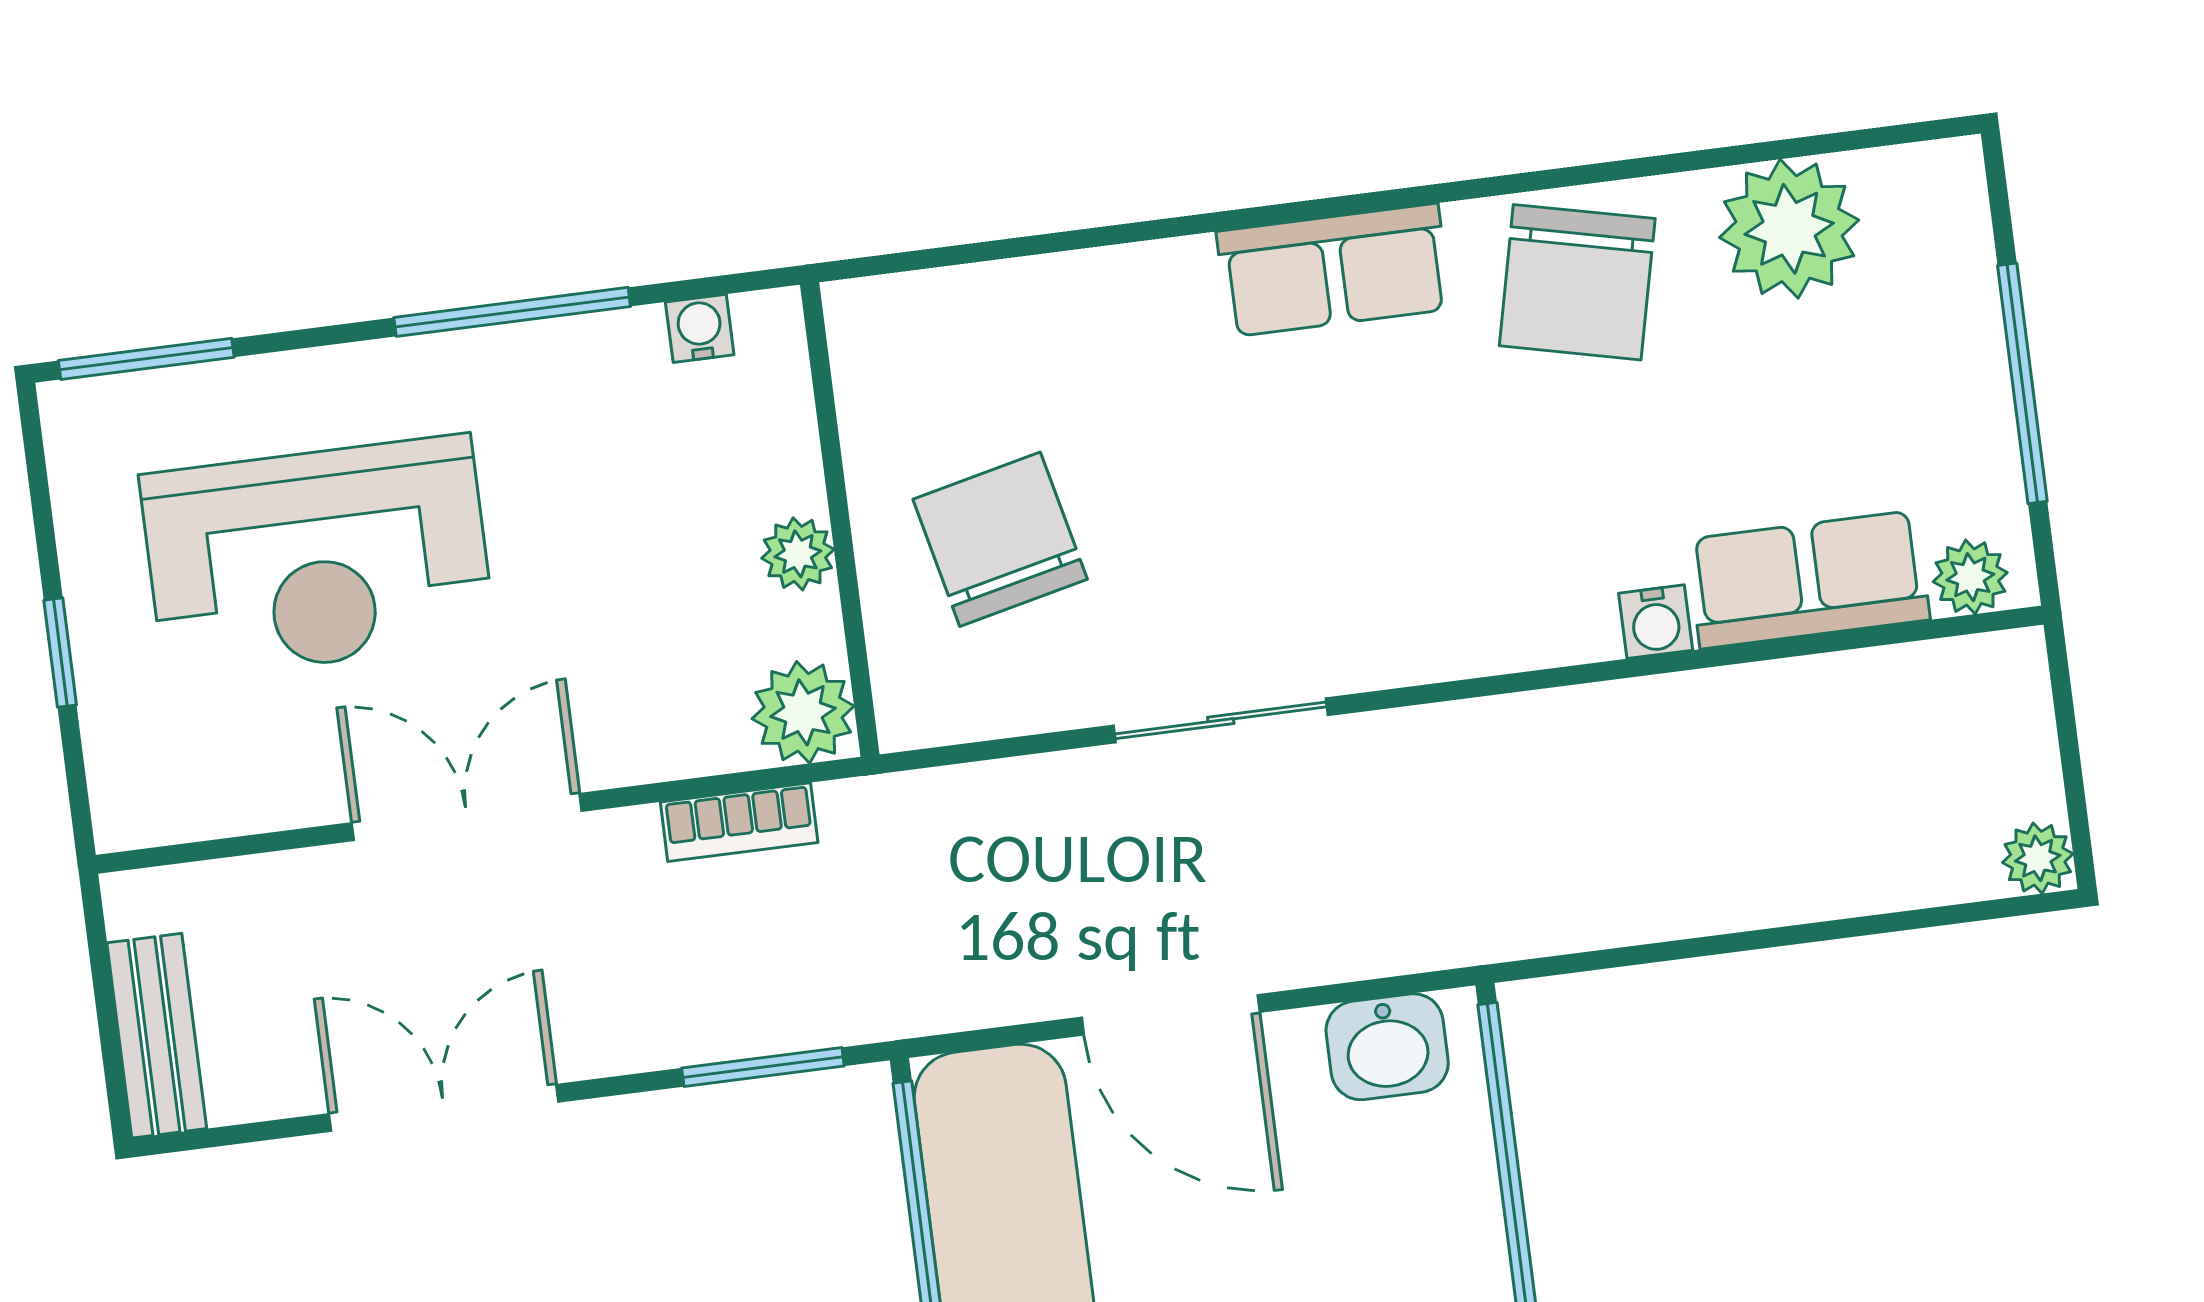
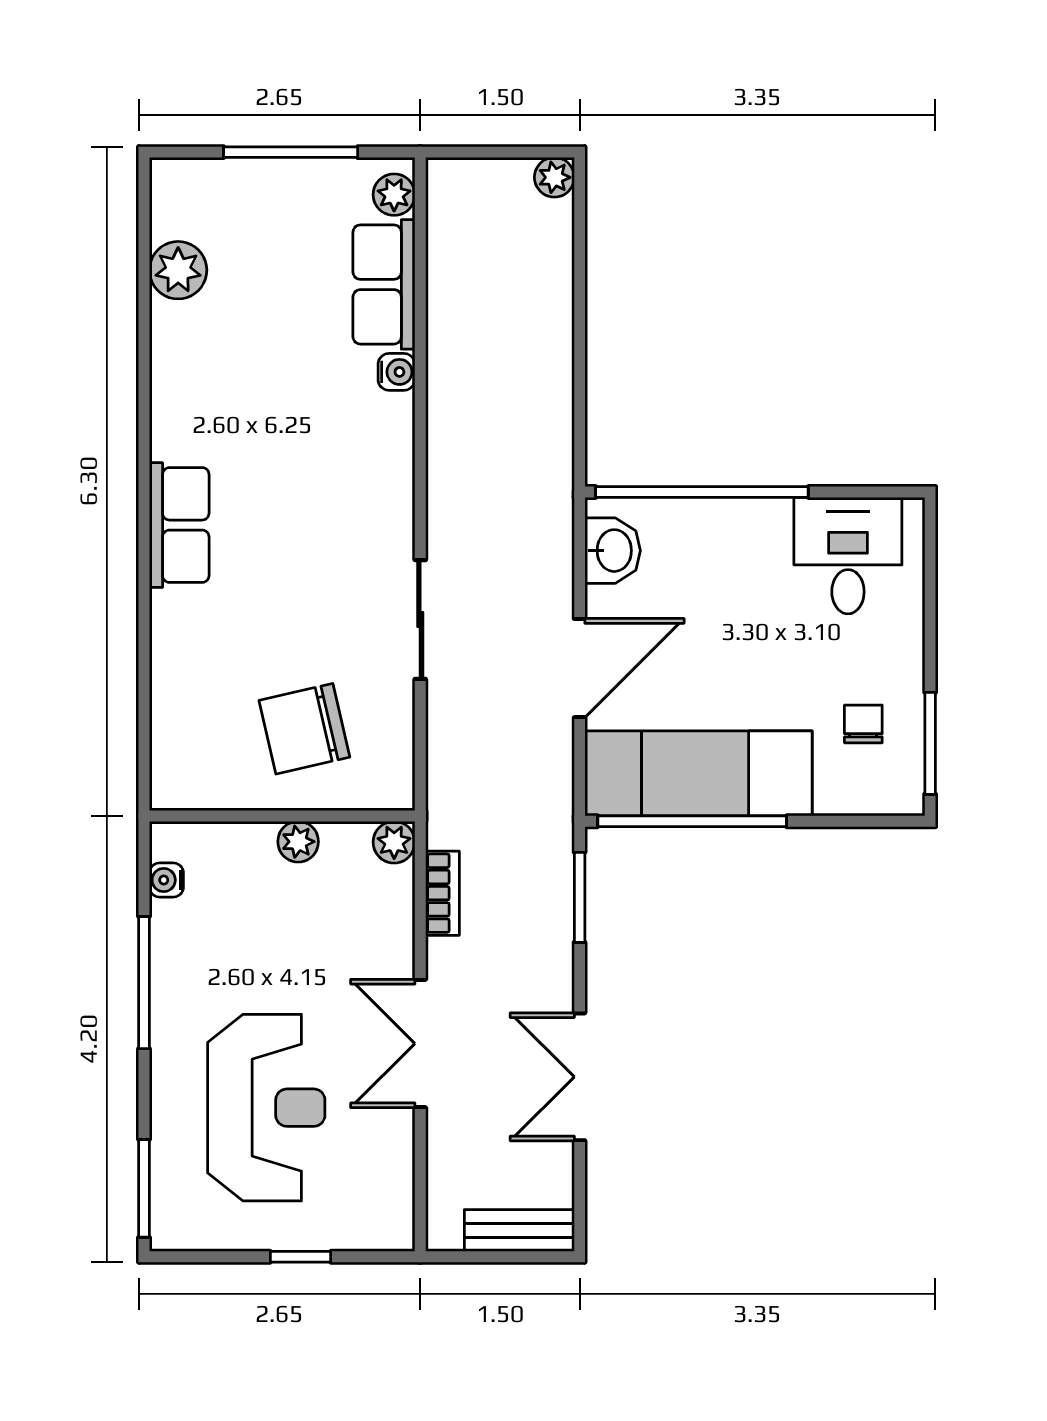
plant: (1789, 229) -> (178, 270), width x0.73, depth x0.73
chair: (1577, 282) -> (203, 391), removed
plant: (803, 712) -> (394, 842), width x0.73, depth x0.73

